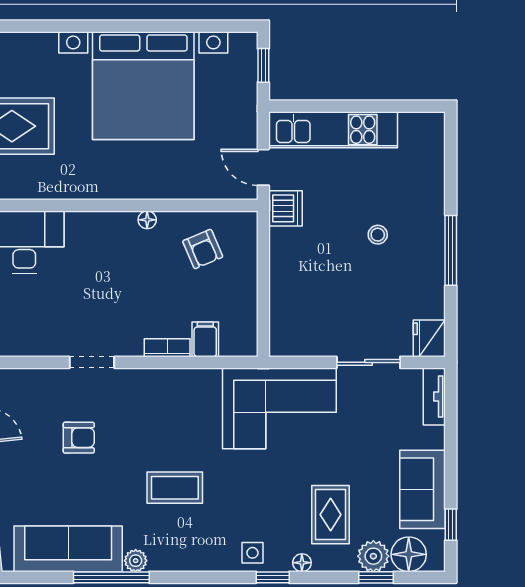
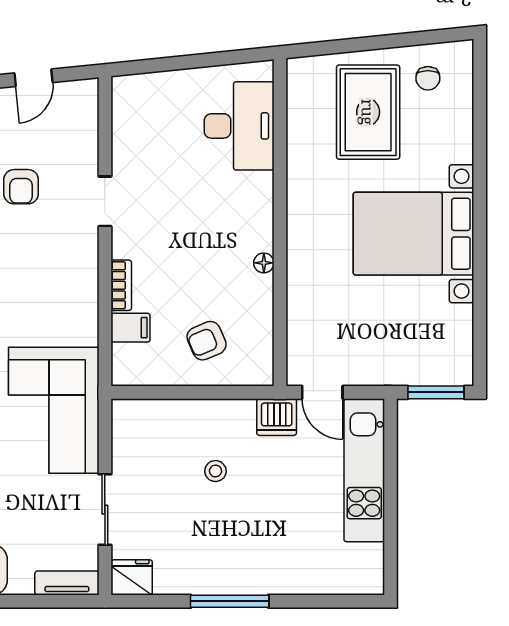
window: (263, 65) -> (436, 392), width x1.50
bed with nightstands: (143, 86) -> (413, 234), width x0.73
door: (263, 167) -> (322, 392), swing flipped
stool: (378, 235) -> (215, 471), moved
armchair: (203, 249) -> (207, 341), moved

